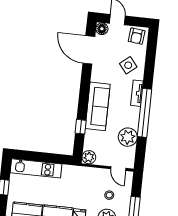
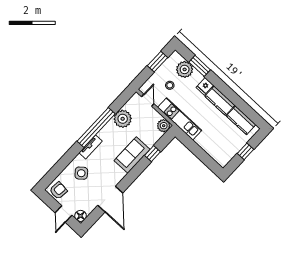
door: (89, 50) -> (110, 199), moved
sofa: (98, 106) -> (132, 155), width x0.73
kitchen unit: (36, 168) -> (180, 119), moved

